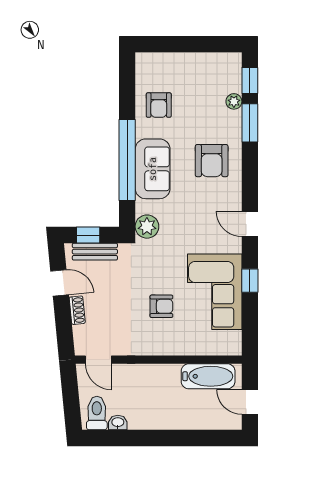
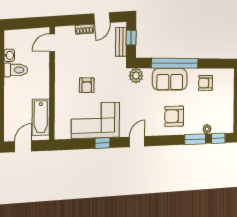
toilet: (97, 413) -> (16, 70), moved

